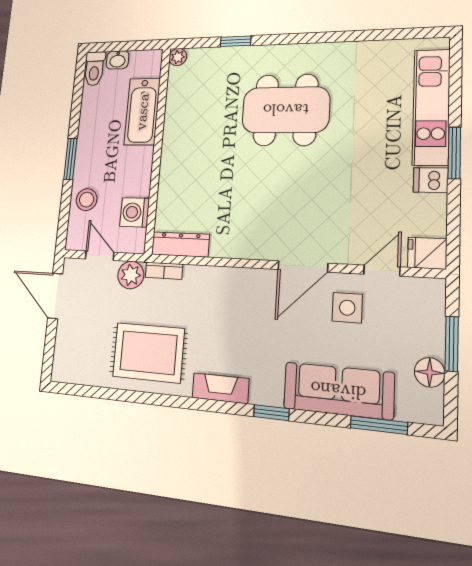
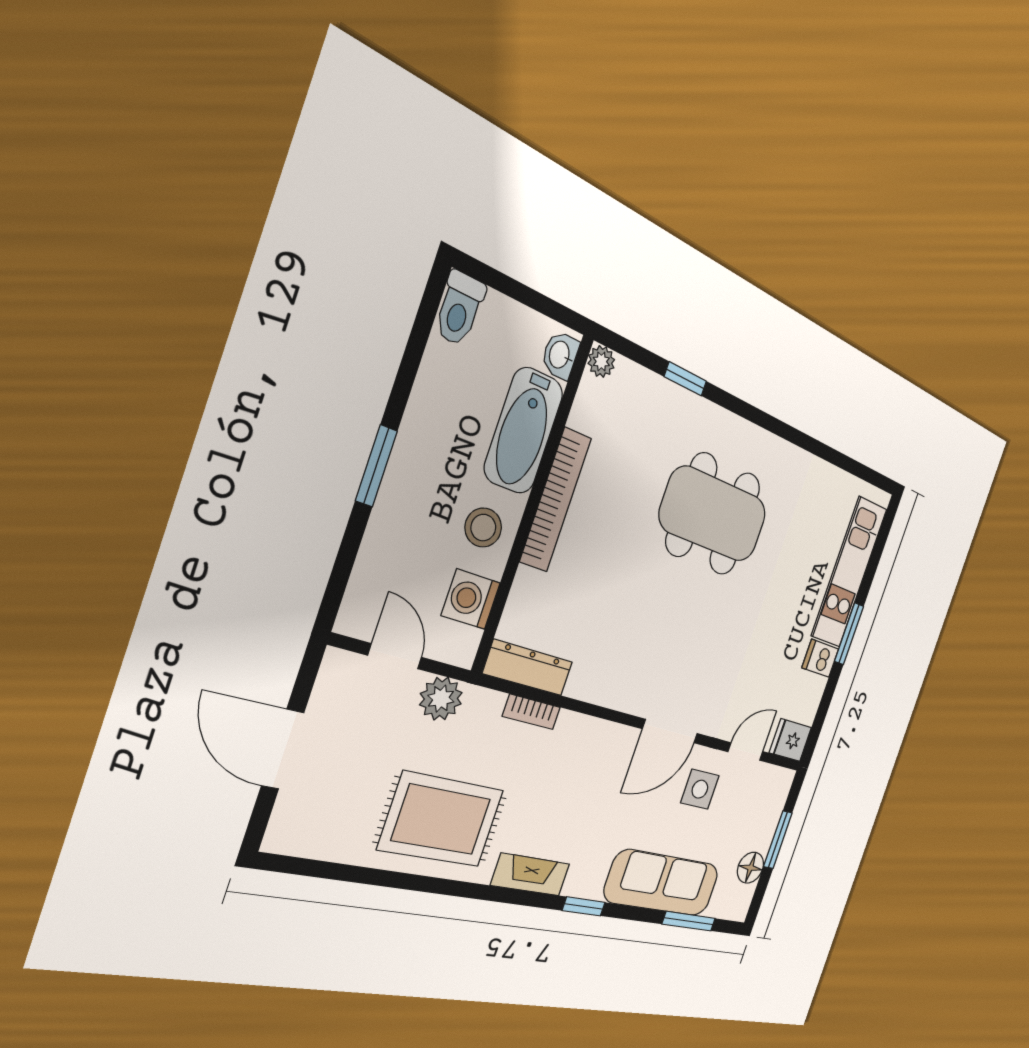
washbasin: (118, 60) -> (560, 355), moved, turned 90
bookcase: (171, 141) -> (555, 500), added
stool: (87, 200) -> (483, 528), moved
bookcase: (164, 271) -> (531, 712), moved
door: (55, 296) -> (283, 749), moved

